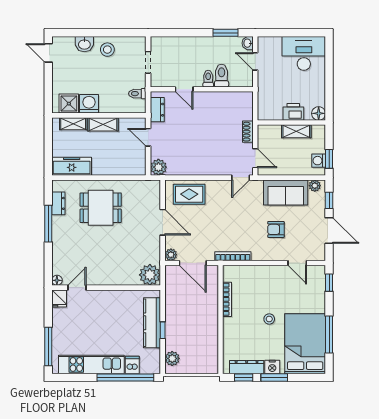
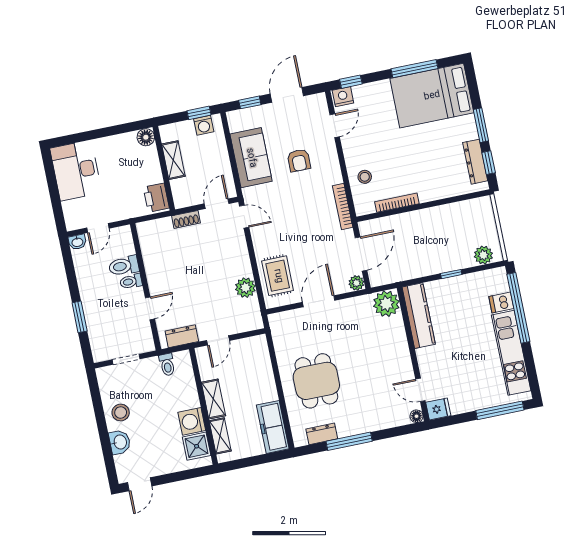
window: (226, 33) -> (80, 317), moved
printer: (293, 112) -> (156, 198), moved
plant: (158, 167) -> (245, 288), moved
plant: (315, 186) -> (235, 124), removed
stool: (269, 319) -> (365, 177), moved
kitchen counter: (152, 323) -> (419, 316), moved, turned -90
nightstand: (272, 367) -> (343, 97), moved, turned -90

